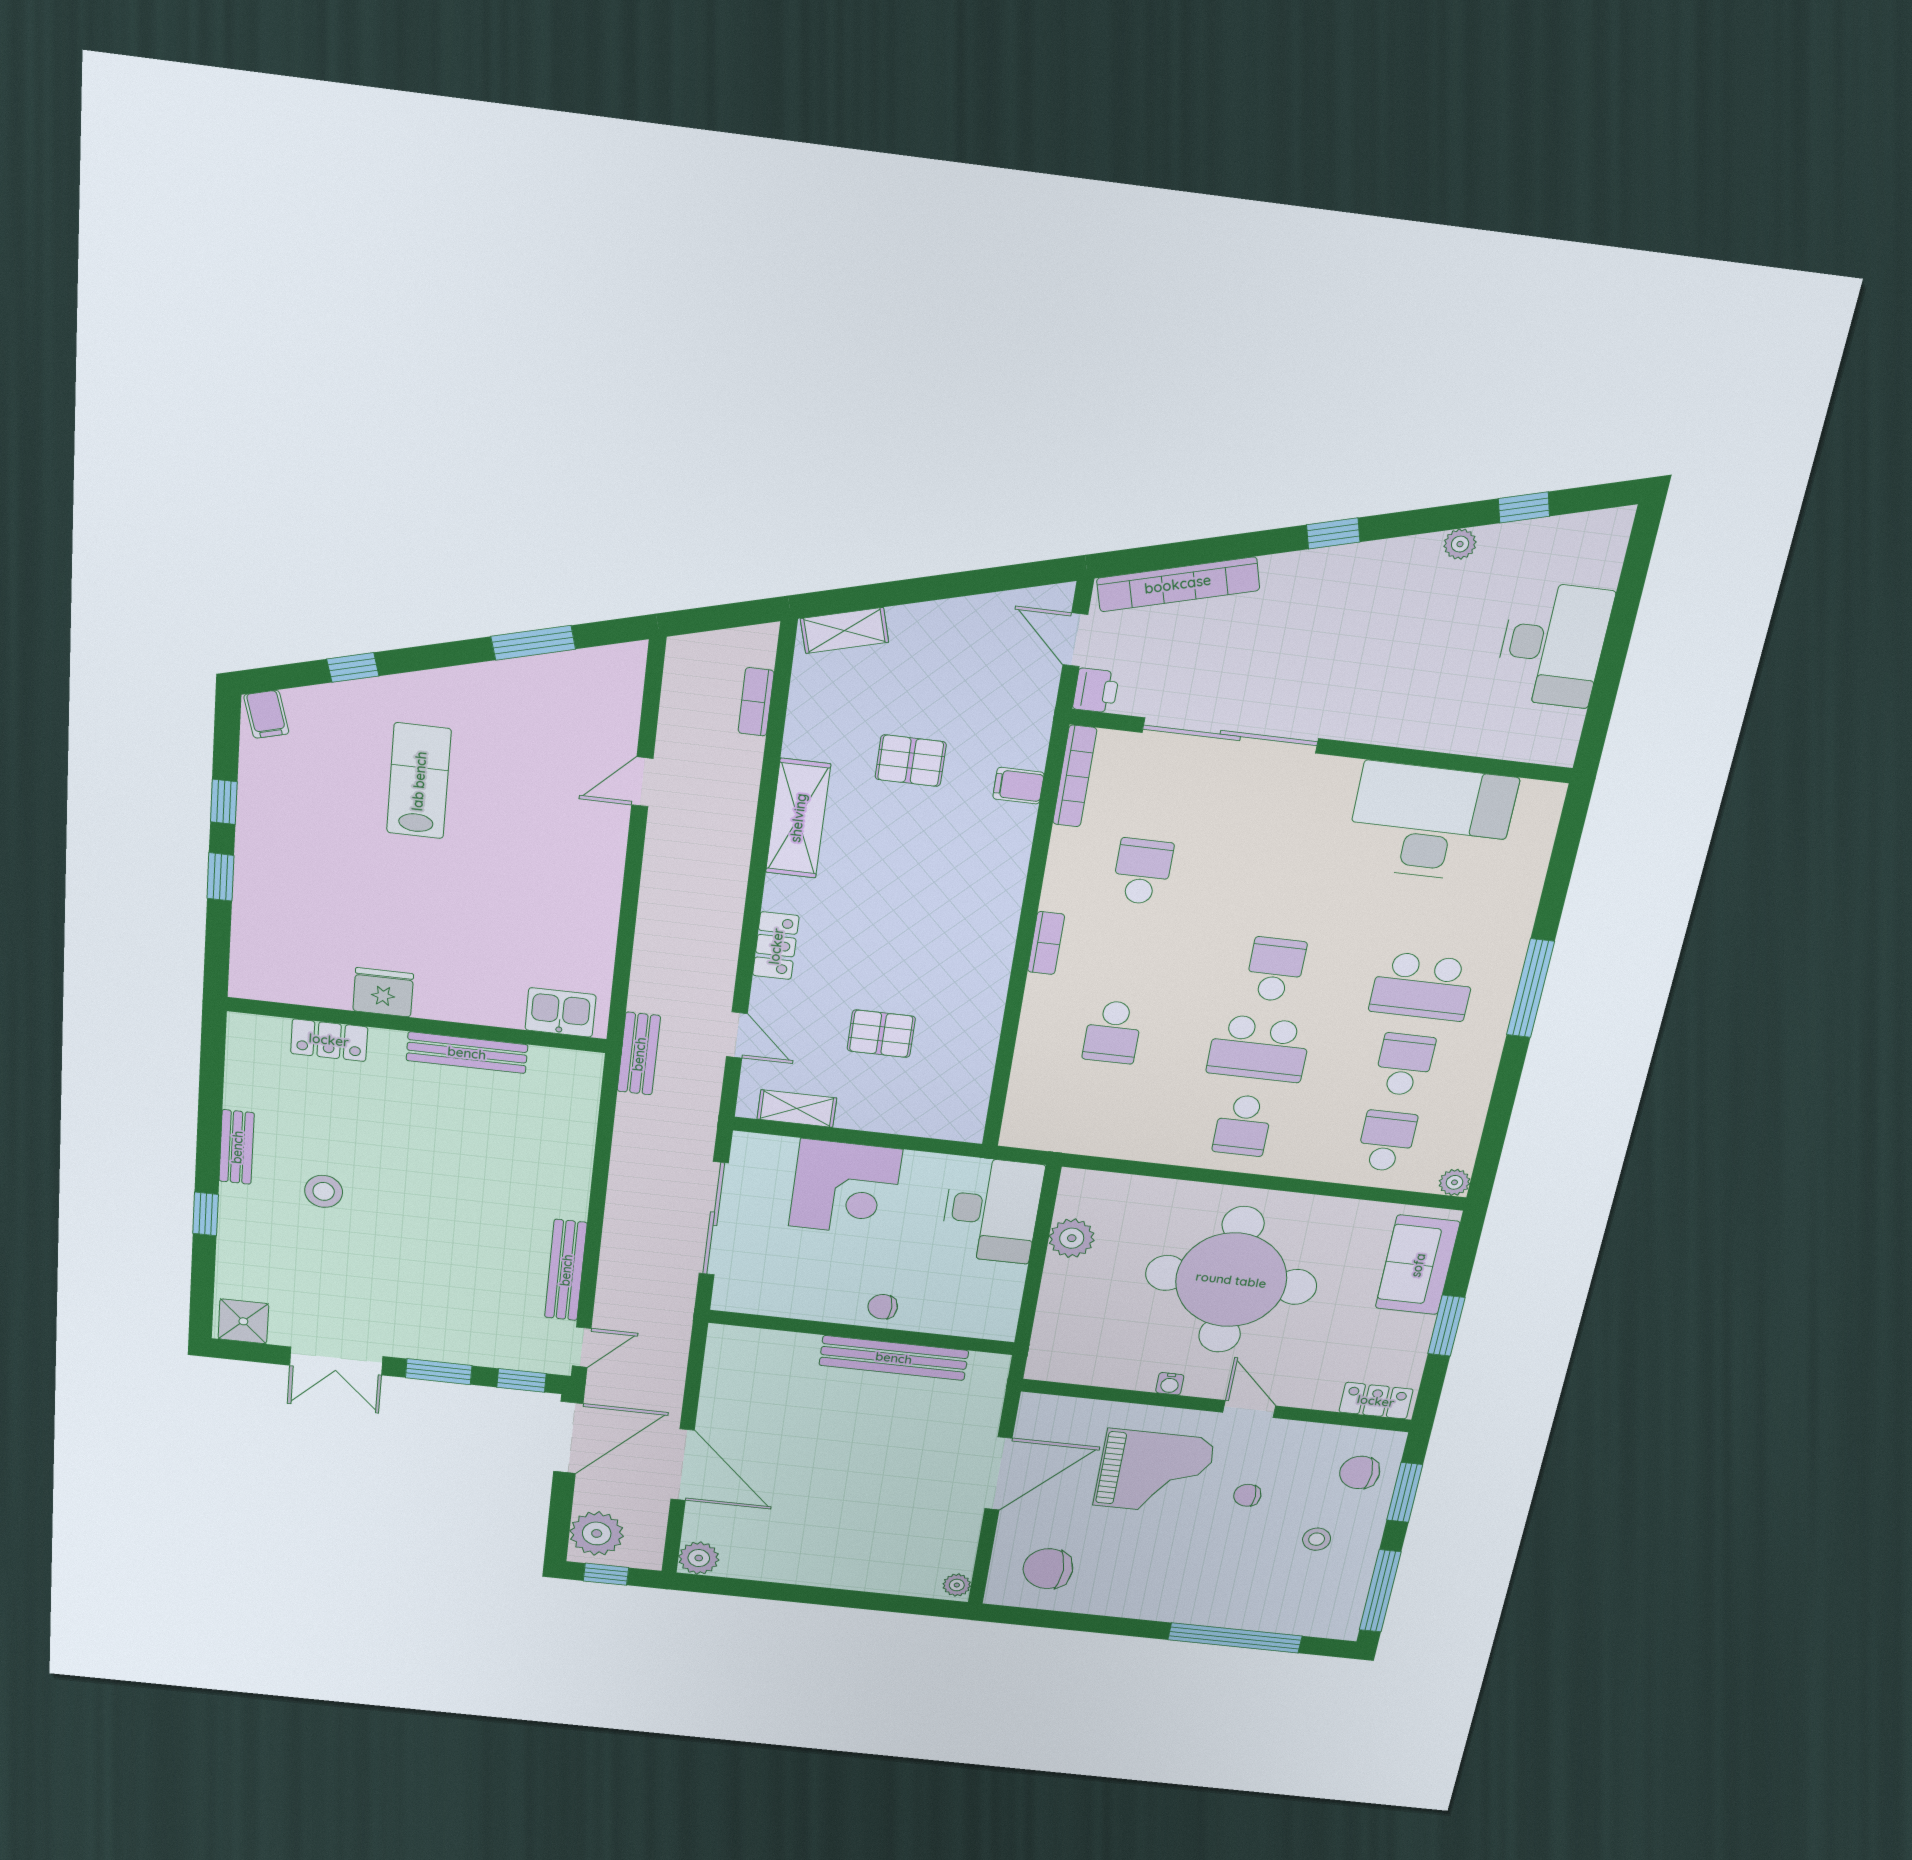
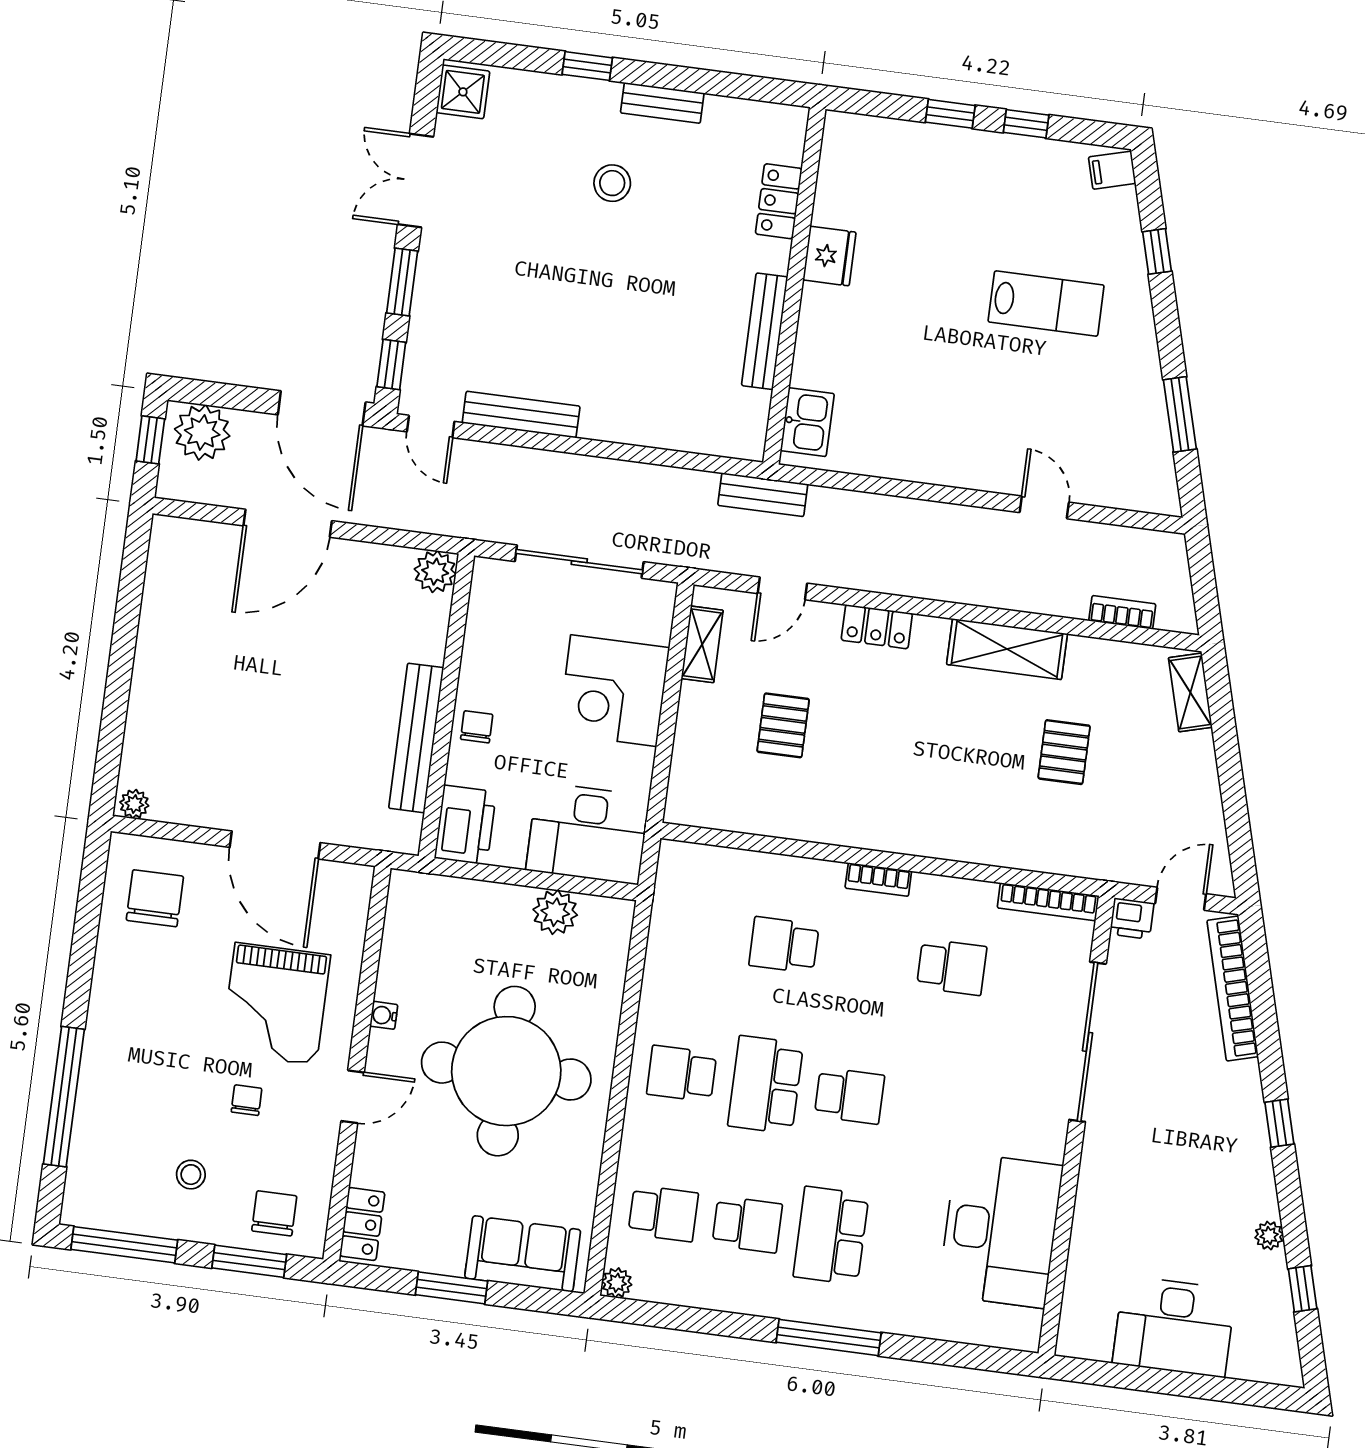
filing cabinet: (1018, 786) -> (1039, 851), removed
printer: (981, 1316) -> (465, 825), added
plant: (699, 1558) -> (435, 572), moved

